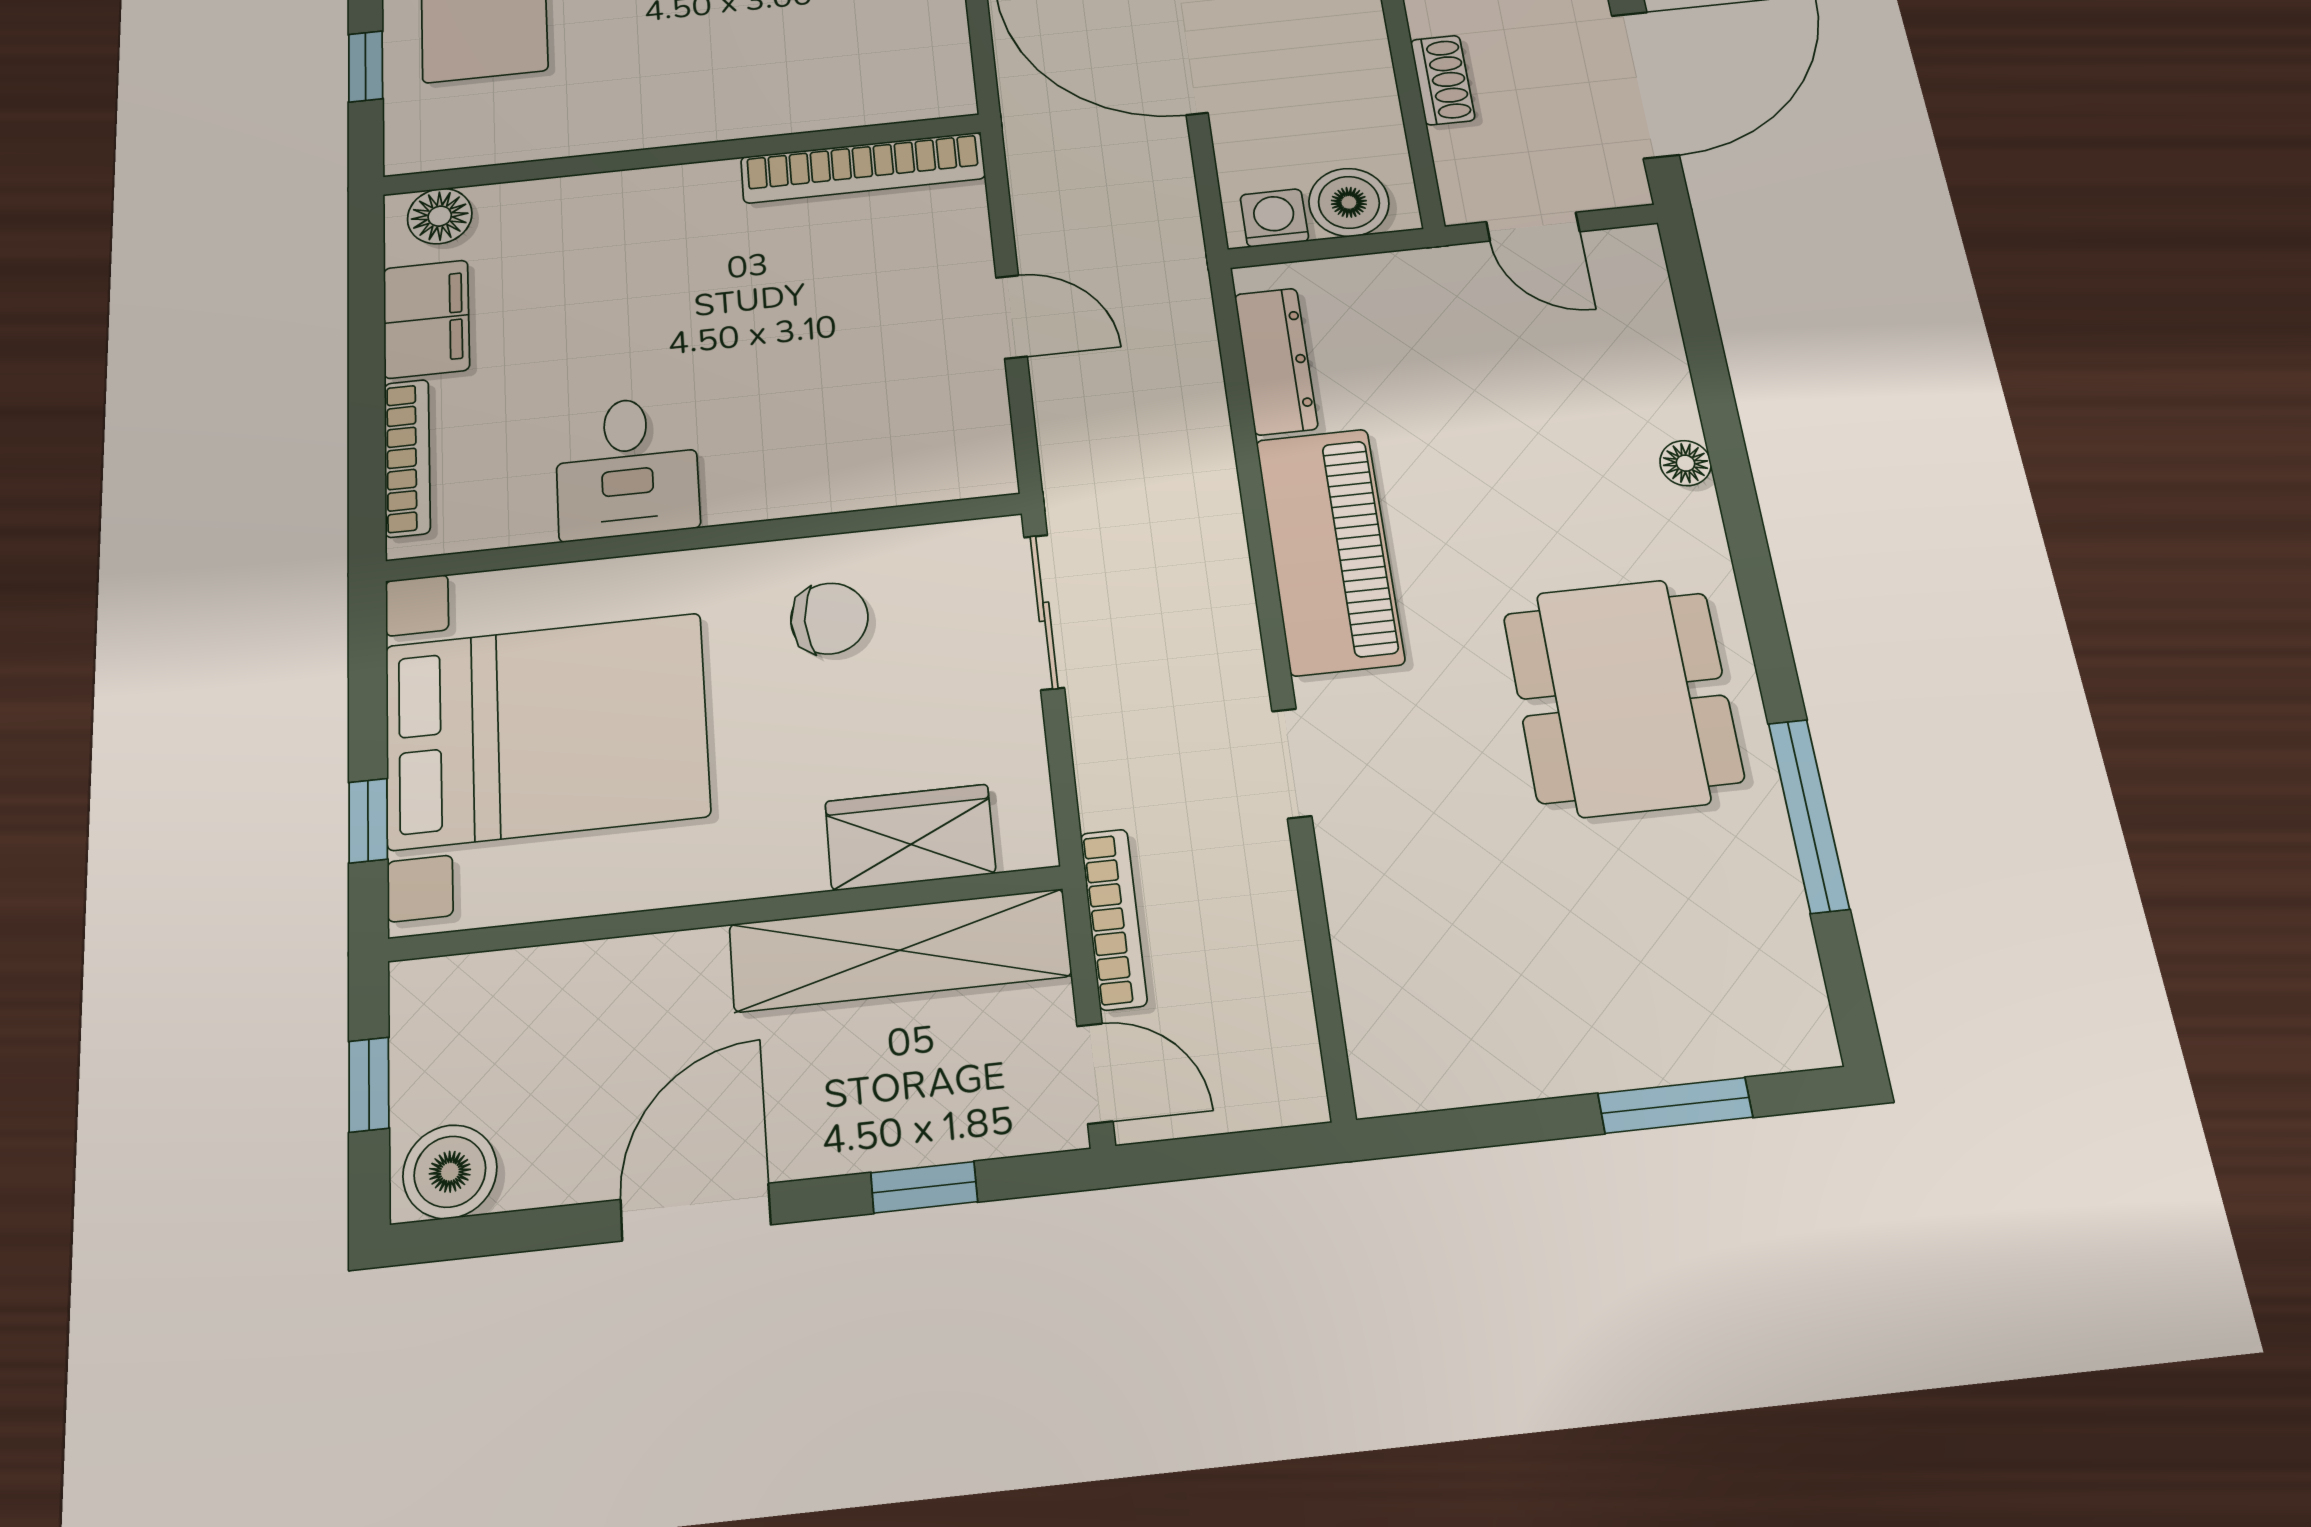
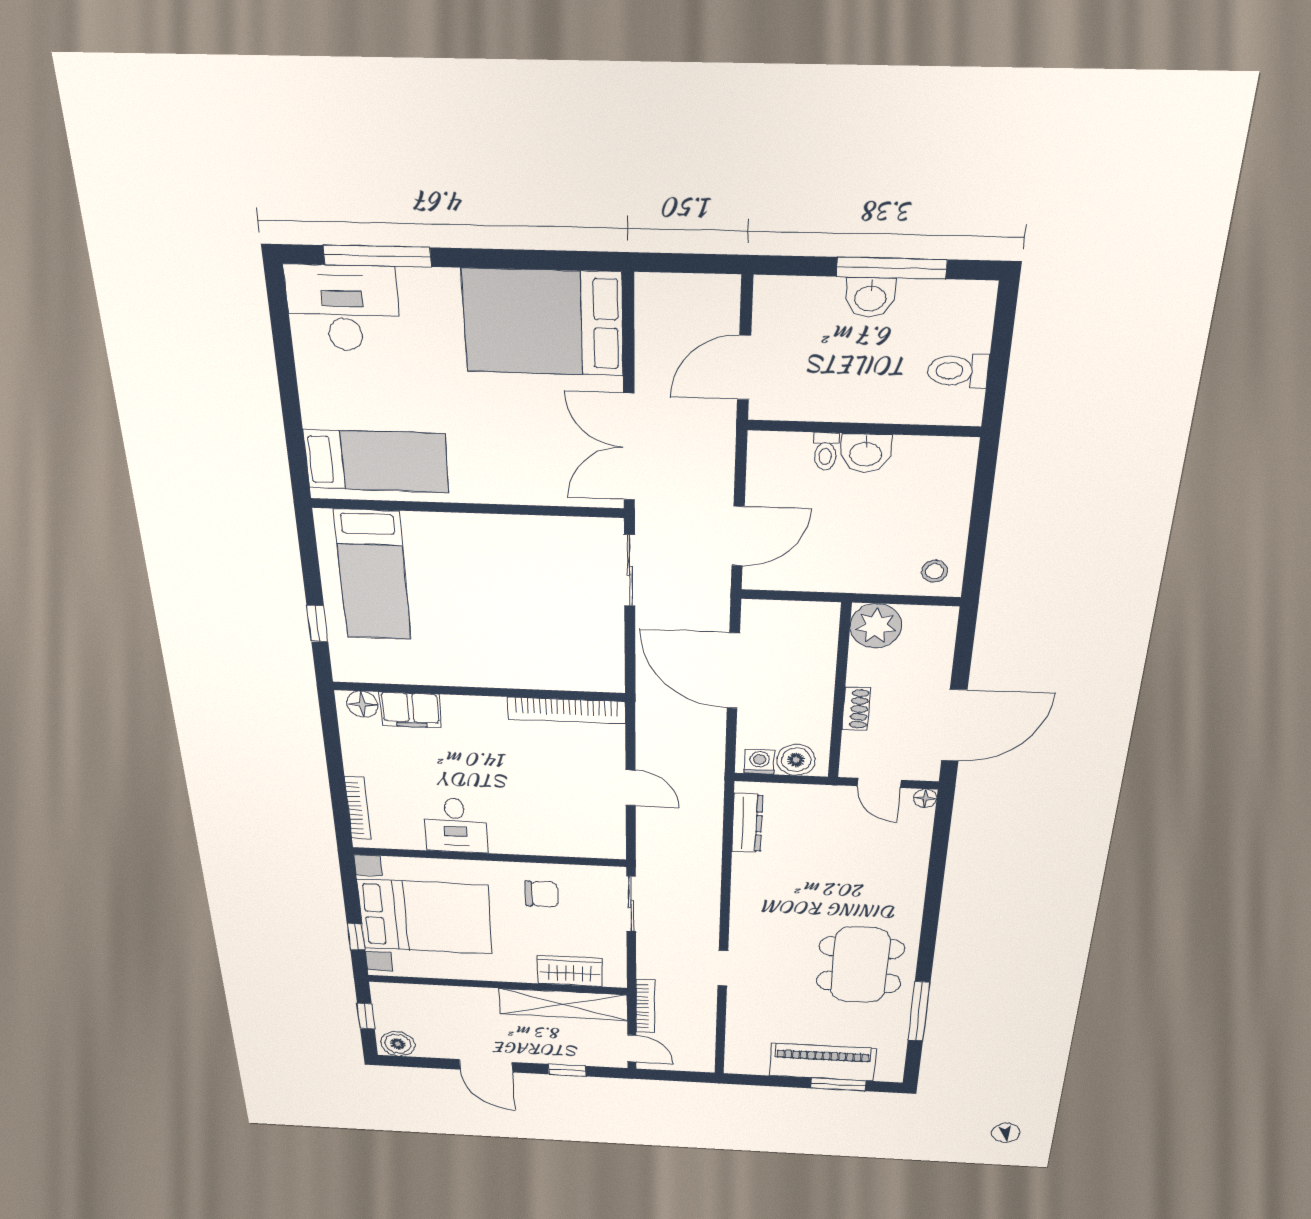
filing cabinet: (426, 319) -> (411, 710), moved, turned 90
floor lamp: (1685, 463) -> (925, 798), moved
piano: (1329, 551) -> (822, 1062), moved, turned -90
door: (695, 1212) -> (486, 1066), swing flipped

